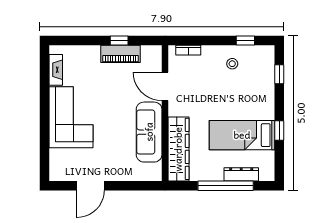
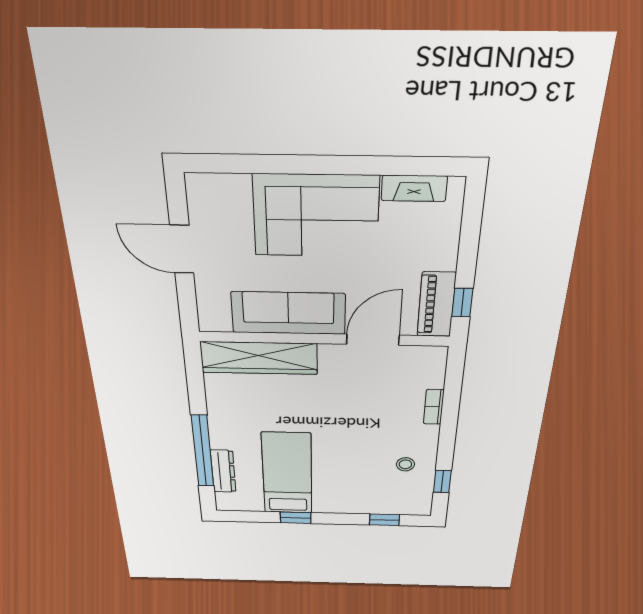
door: (165, 86) -> (373, 340), moved
wall: (165, 113) -> (324, 339), moved
sofa: (149, 132) -> (288, 313), moved
wardrobe: (178, 149) -> (259, 358), moved

